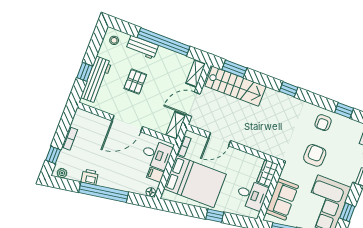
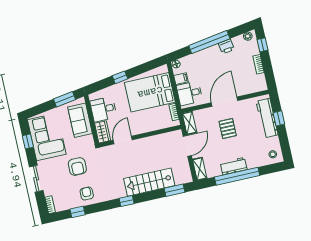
workbench: (142, 47) -> (234, 166), moved
pallet: (135, 81) -> (228, 128), moved
stairs: (235, 86) -> (149, 182), moved
door: (220, 139) -> (123, 140), moved

